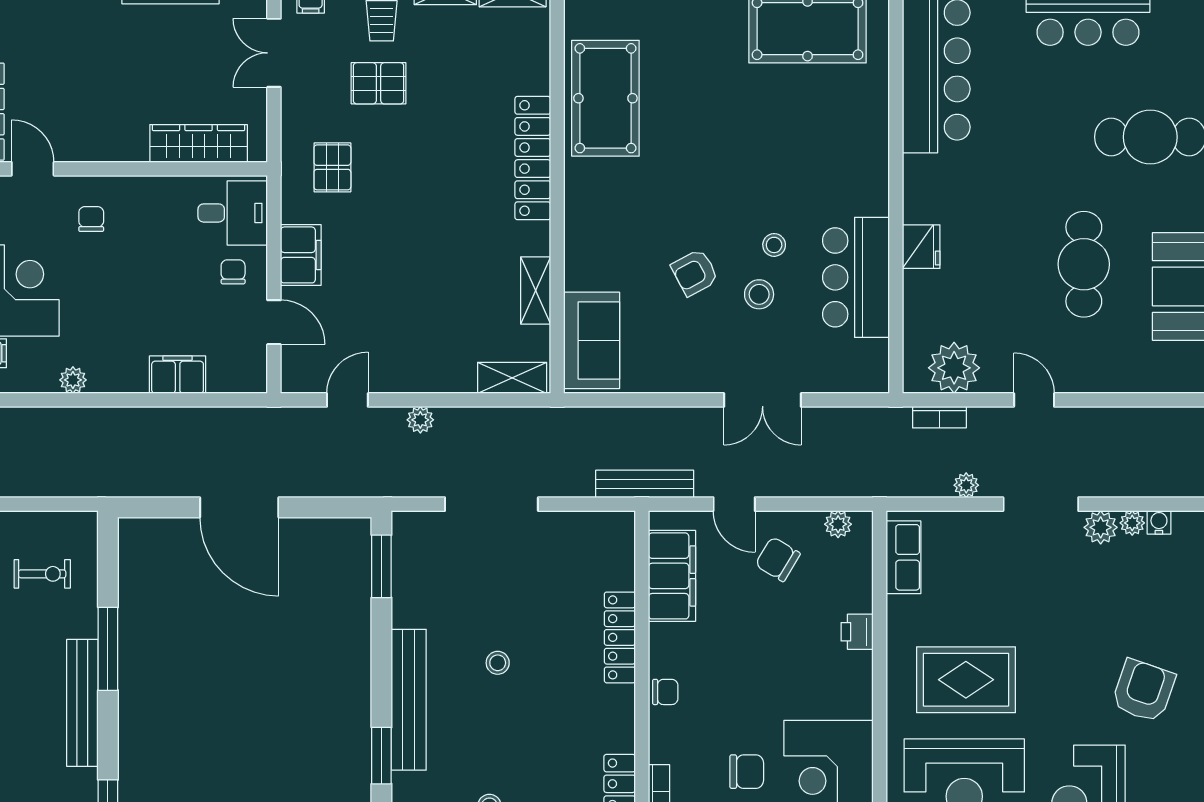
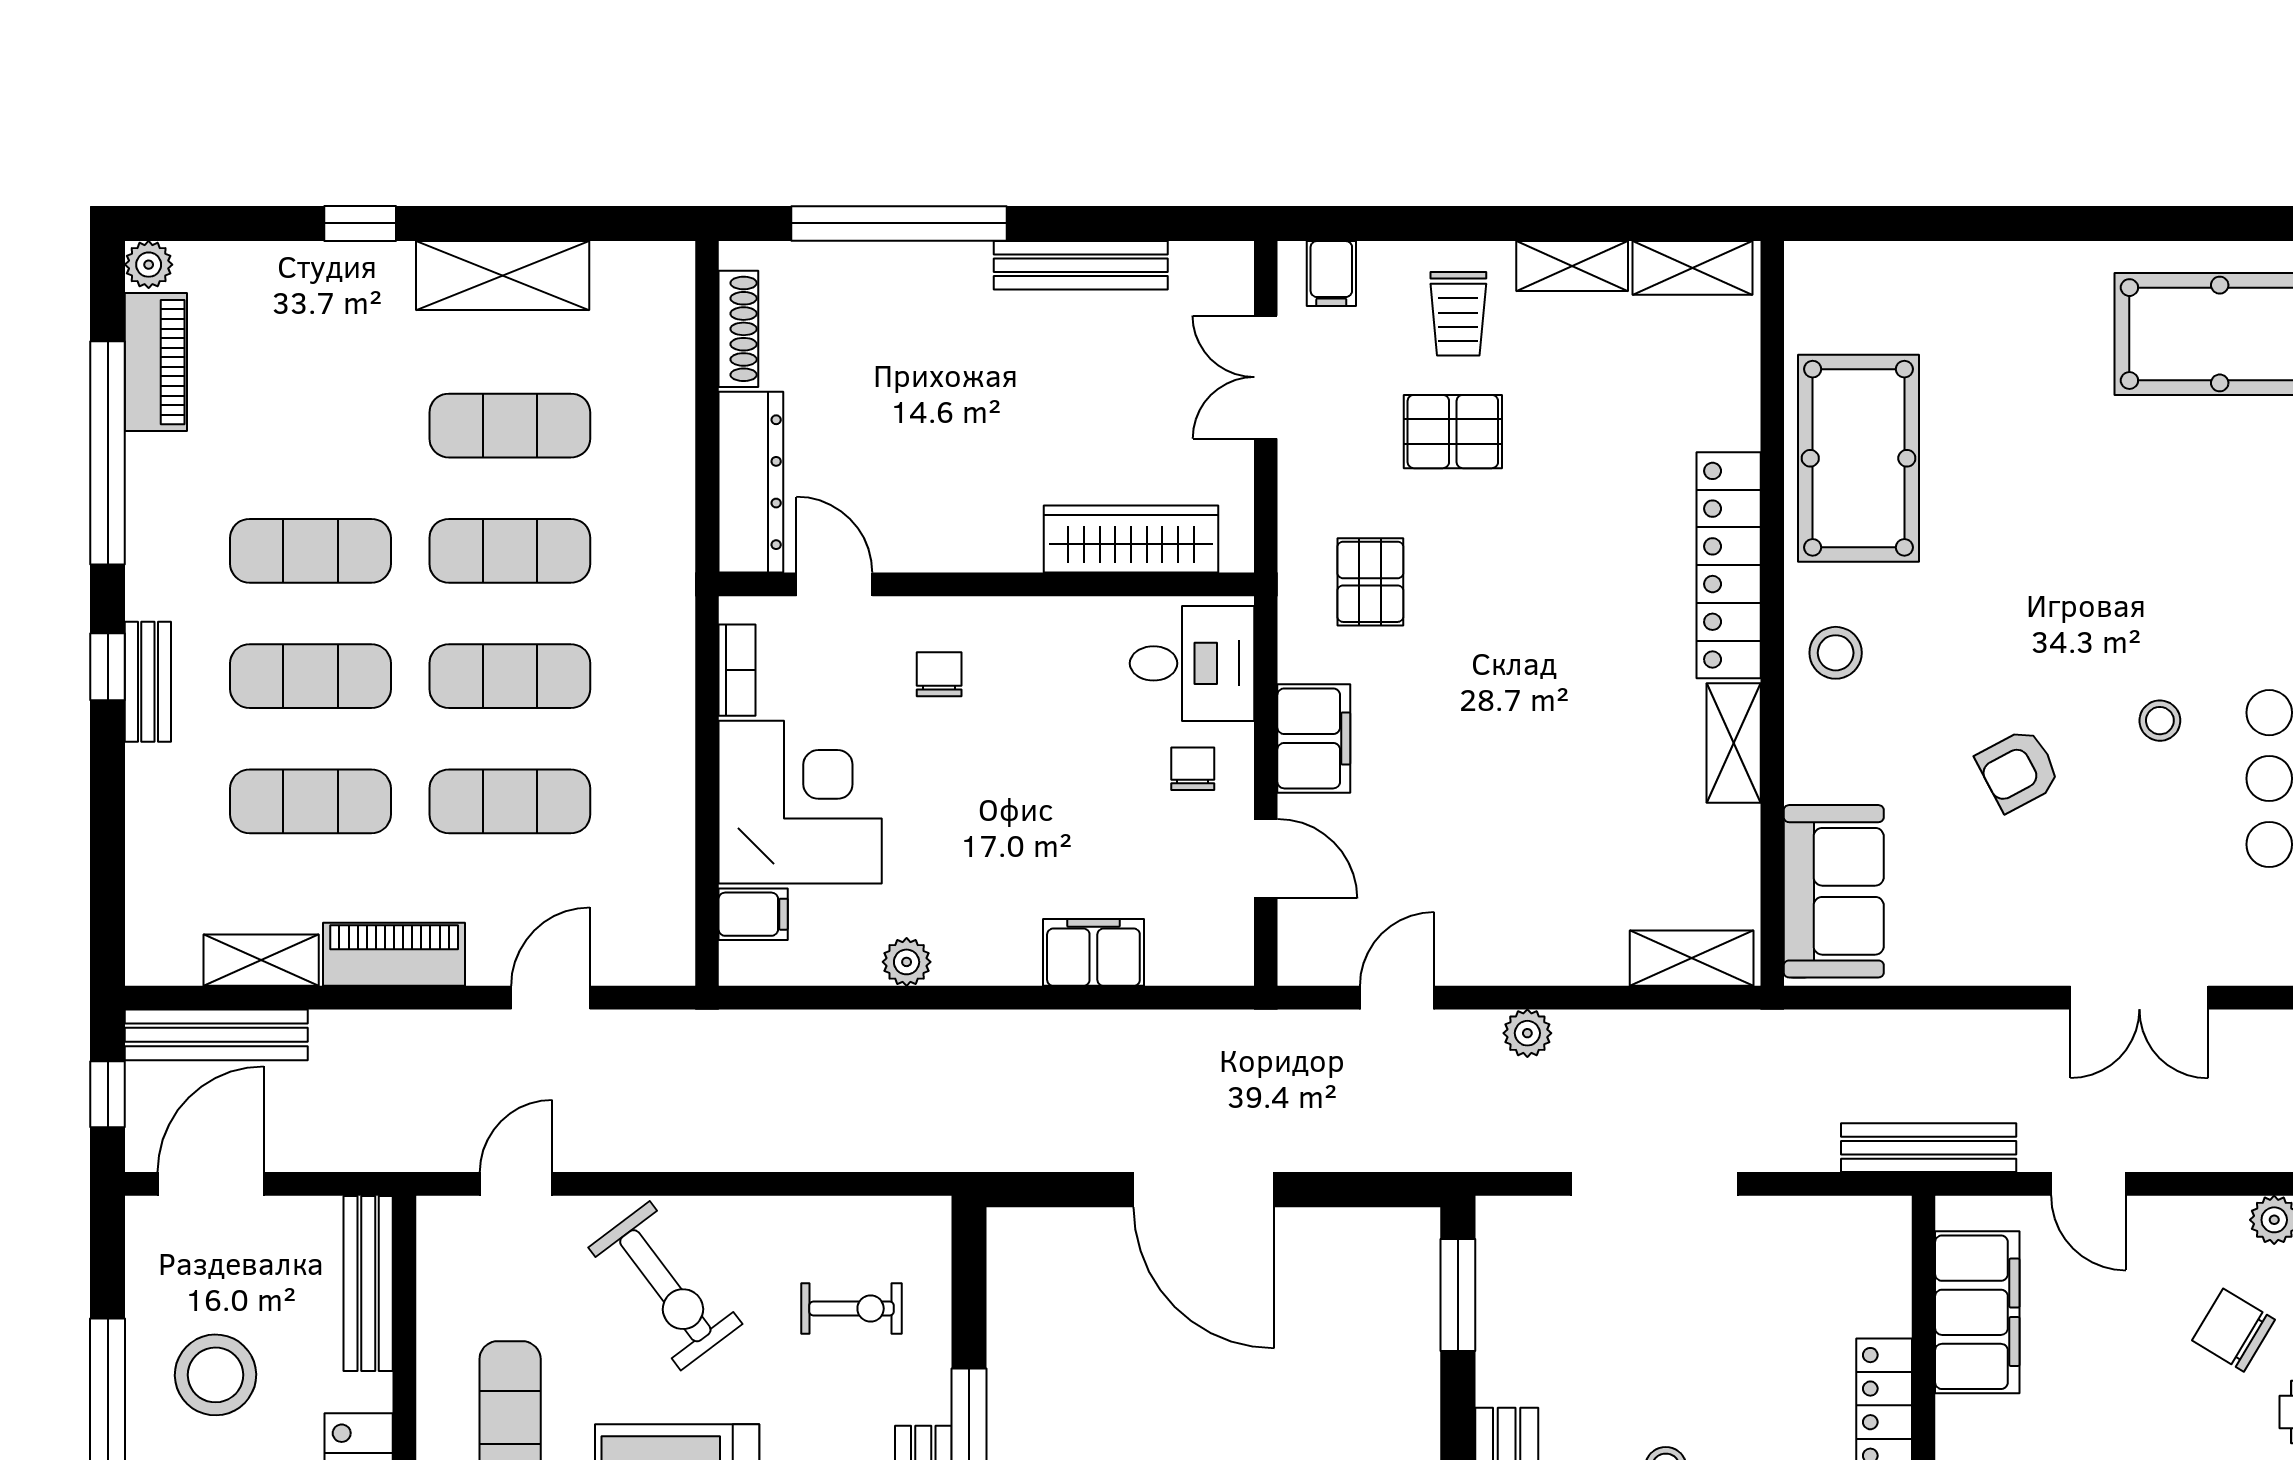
shelving: (536, 290) -> (1734, 743), moved
stool: (759, 294) -> (1836, 653), moved
chair: (778, 559) -> (2233, 1330), moved

